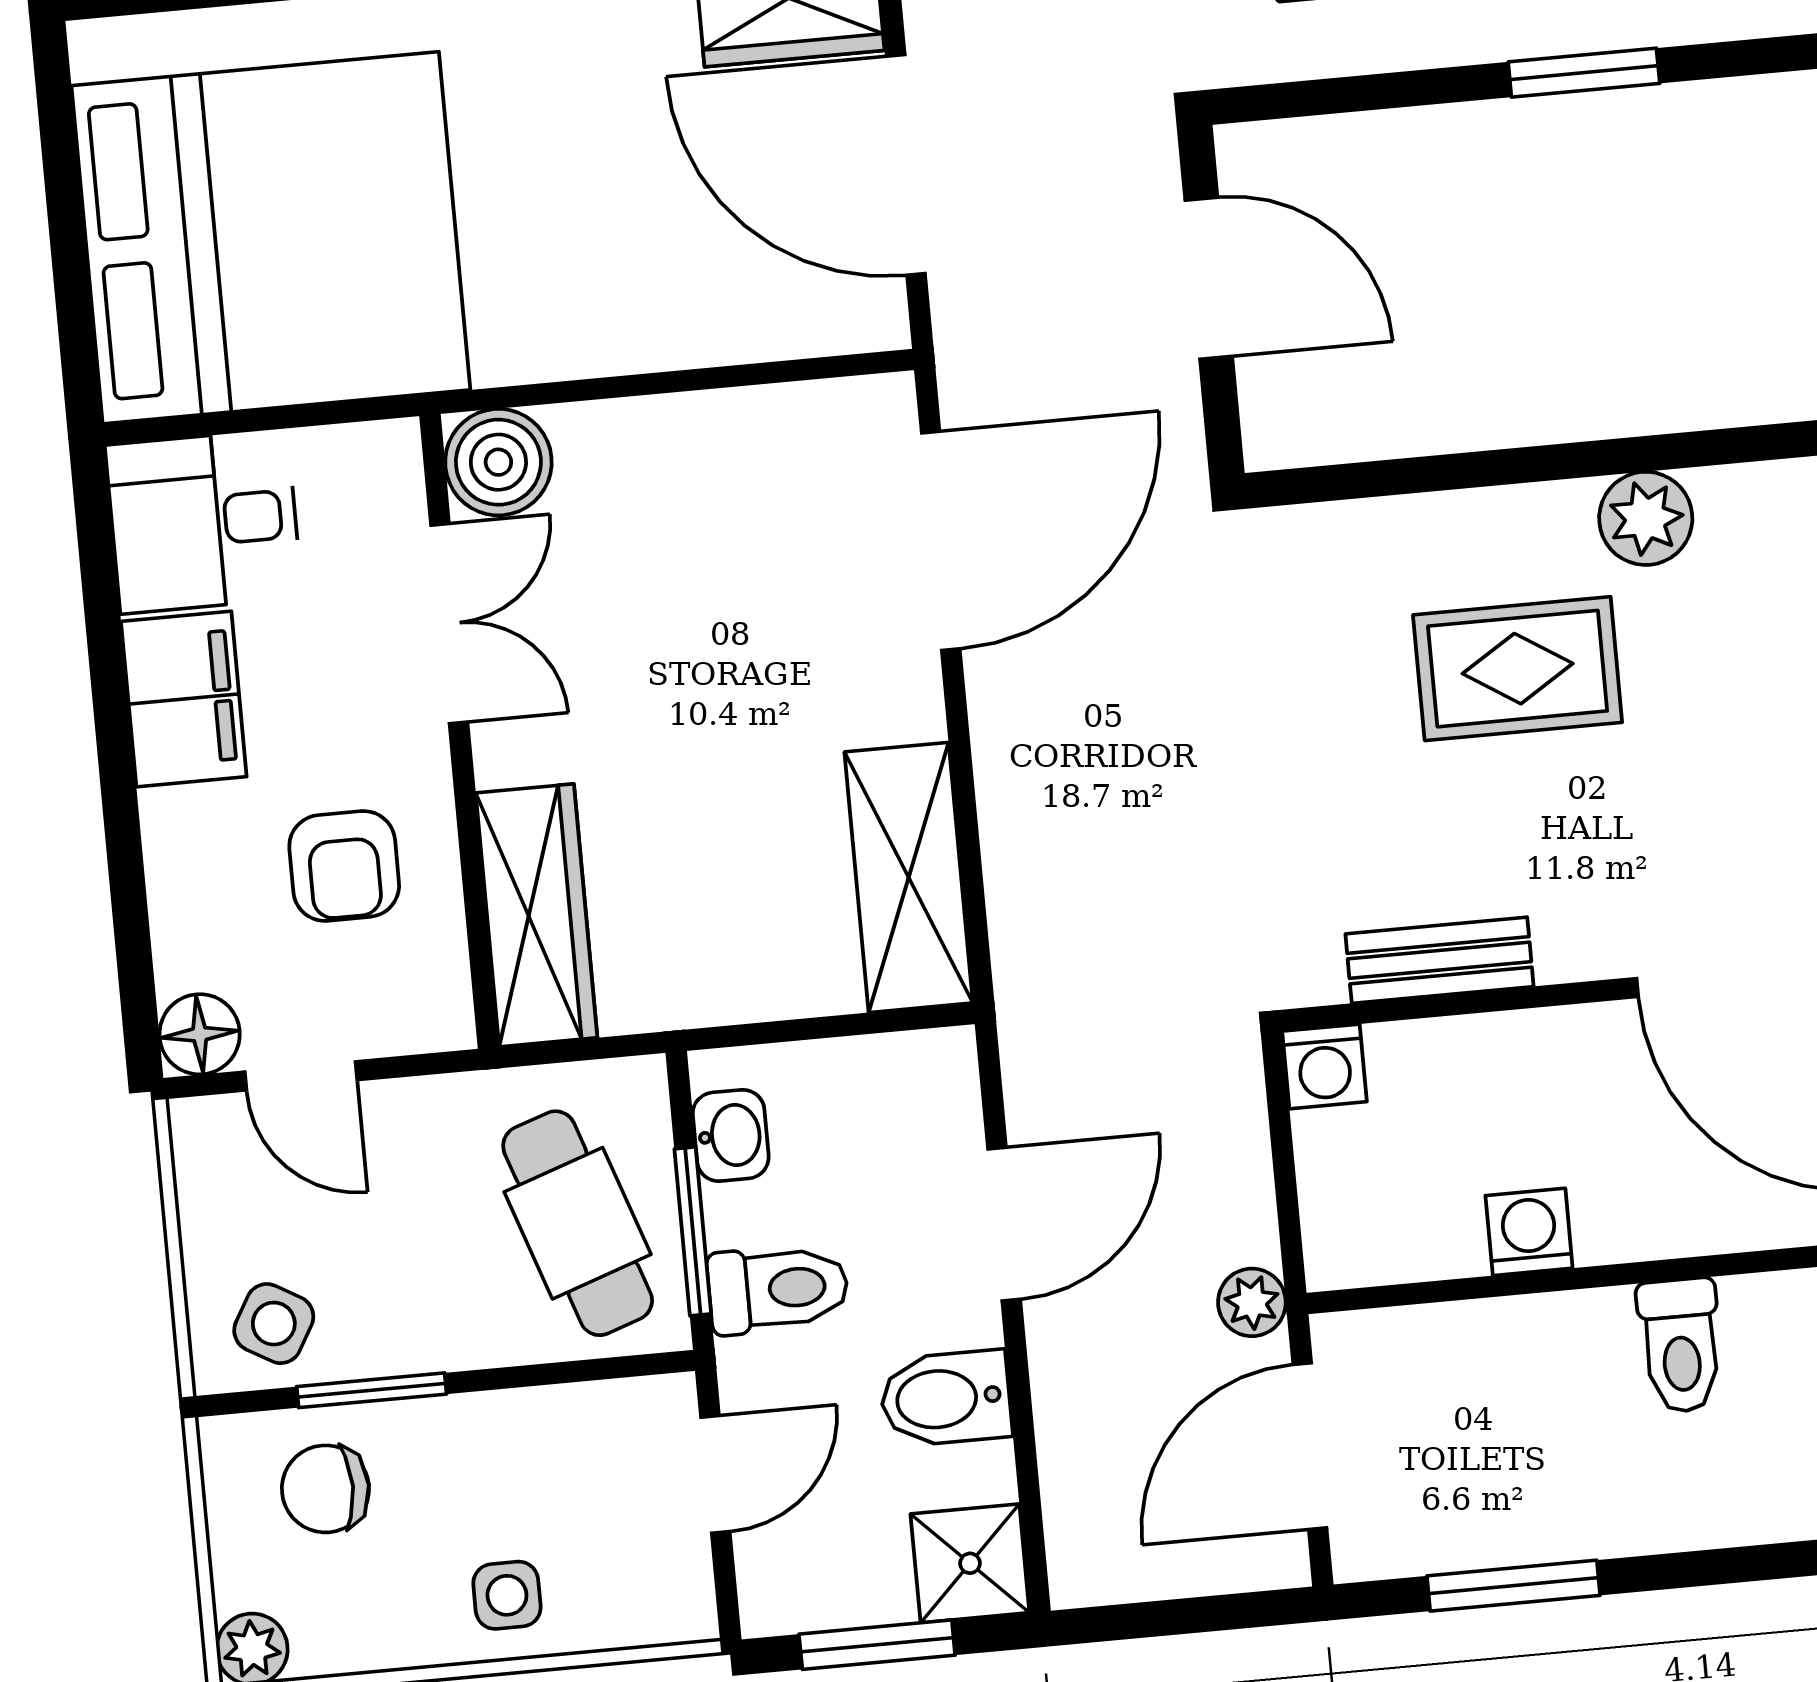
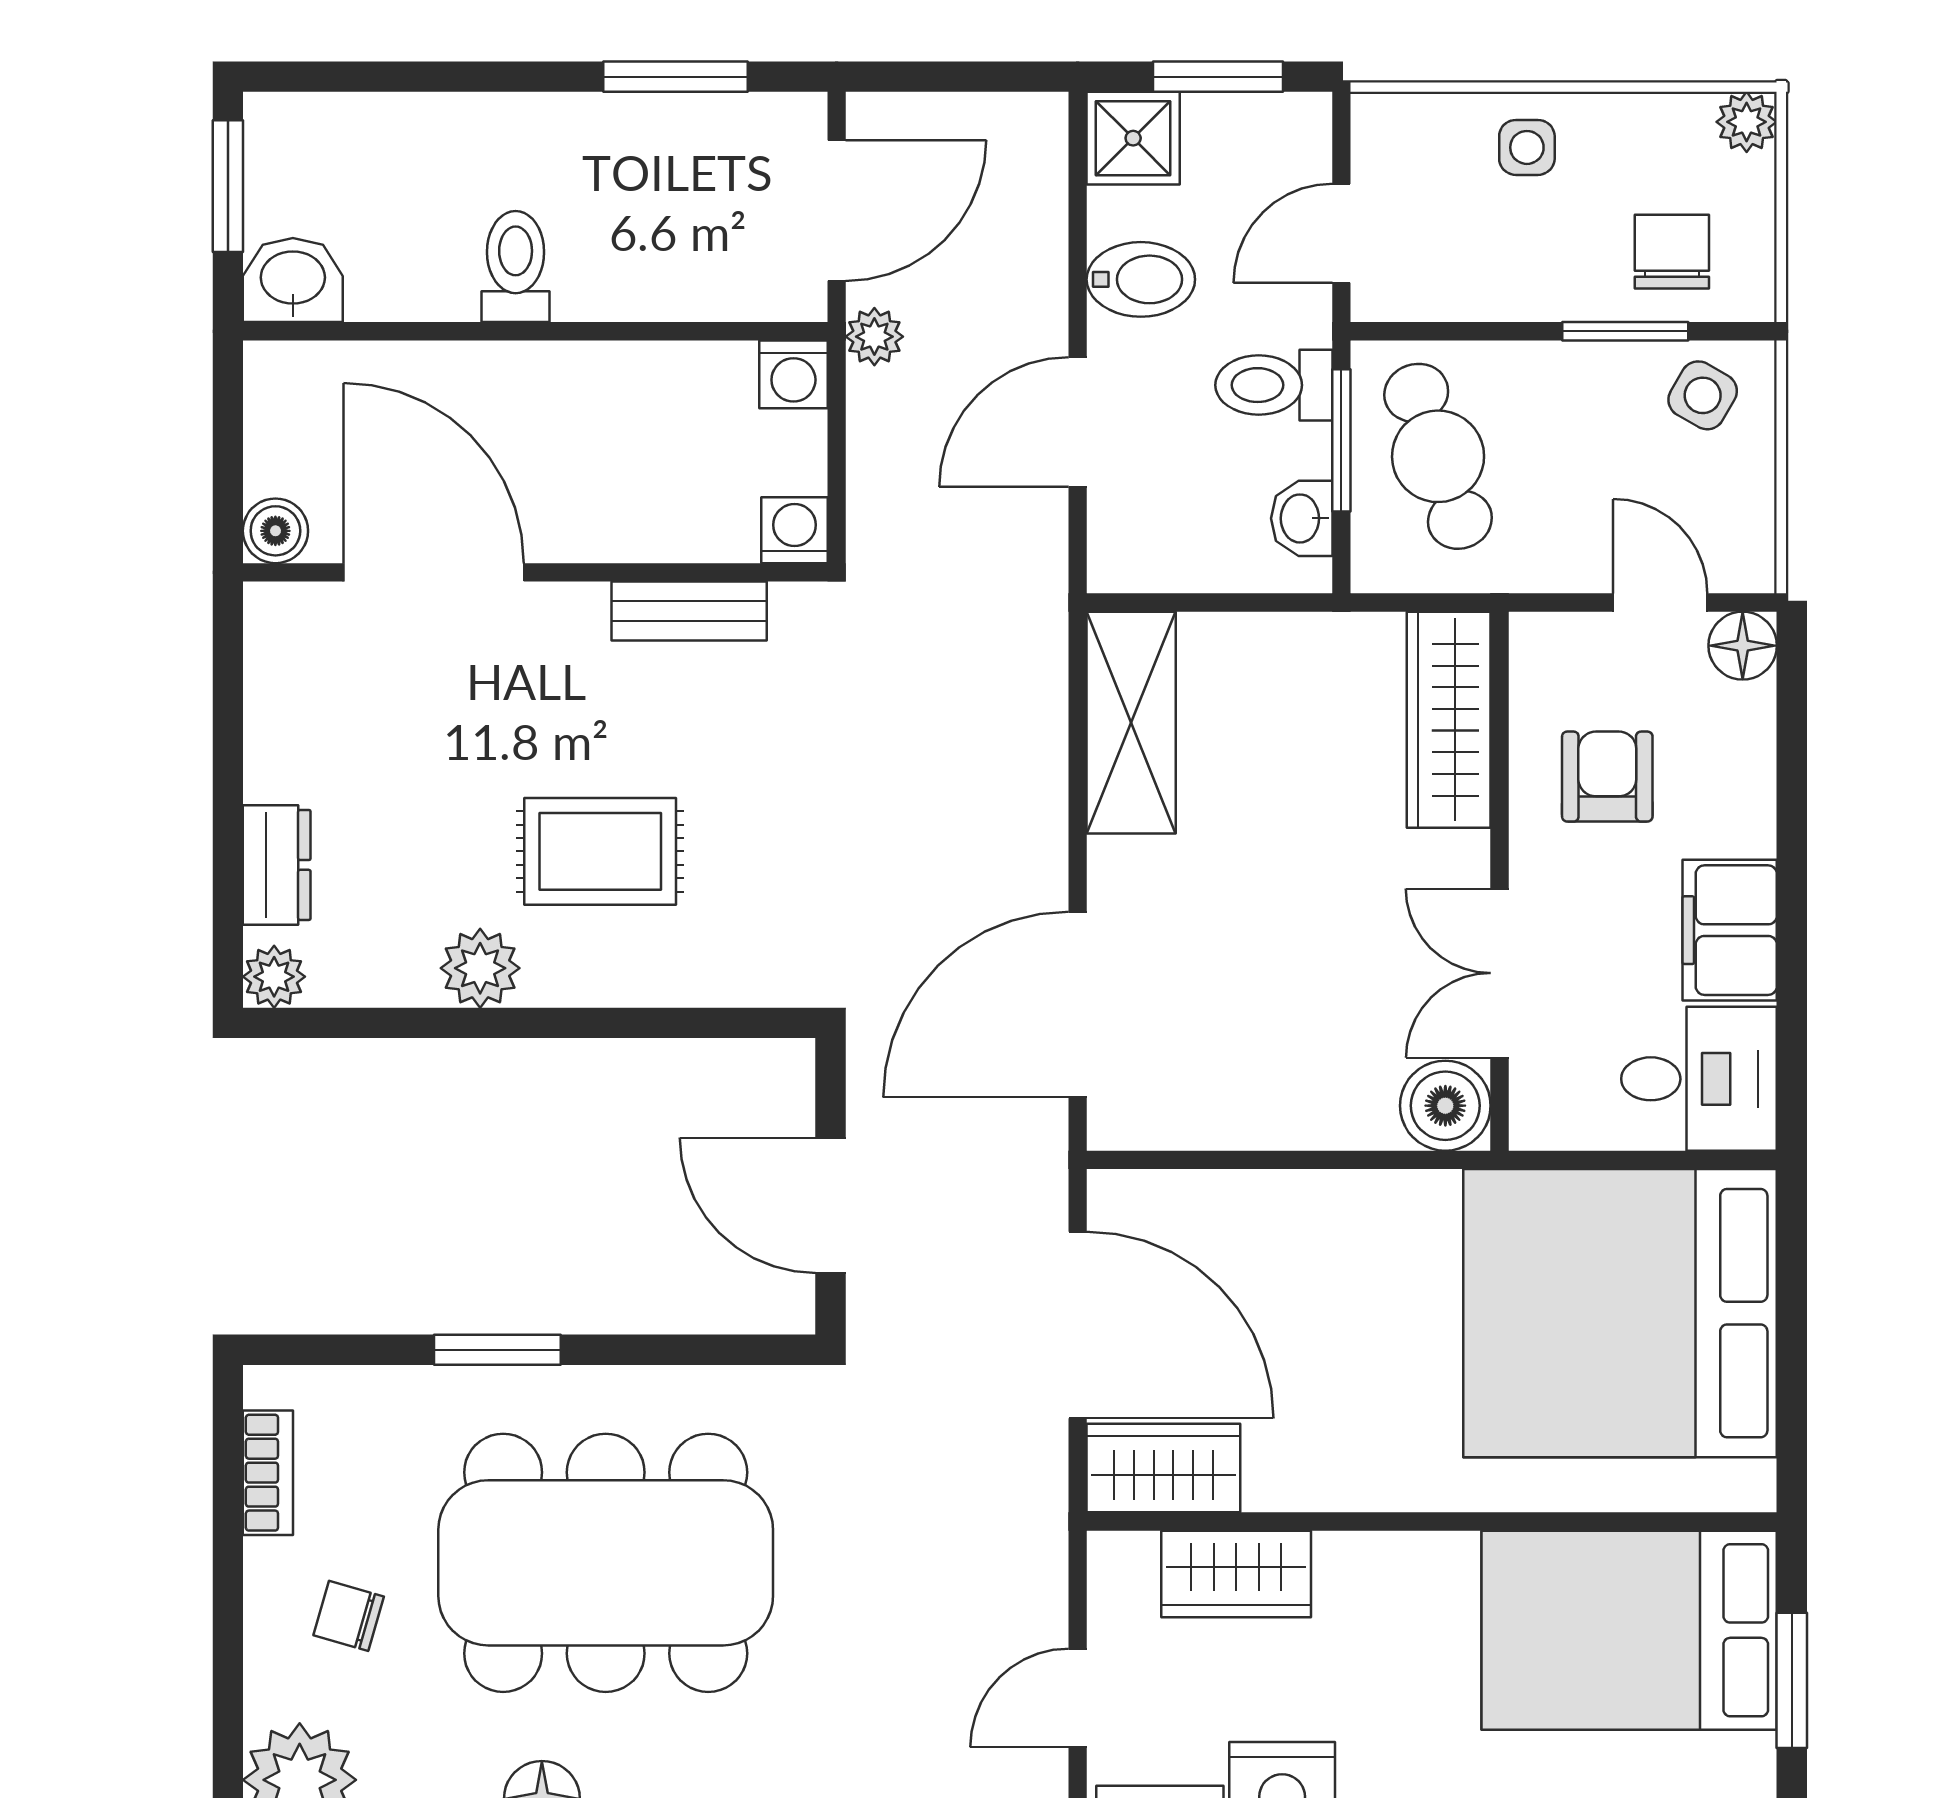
washing machine: (1529, 1232) -> (793, 374), moved
chair: (325, 1489) -> (1672, 252), turned -90

